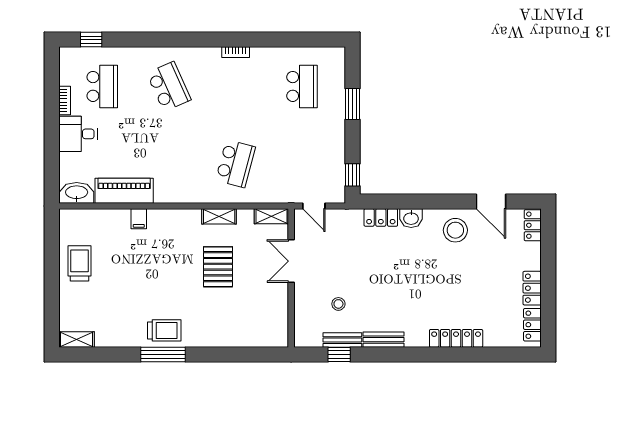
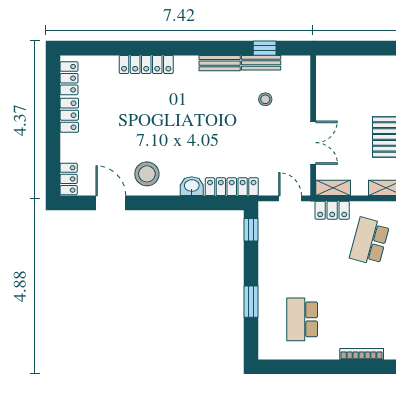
bookcase: (236, 52) -> (362, 354), width x1.56
locker: (272, 194) -> (332, 210), added
locker: (381, 218) -> (232, 187), width x1.53

